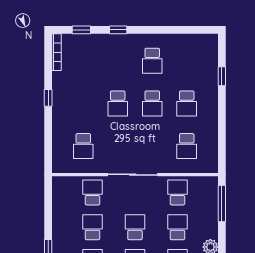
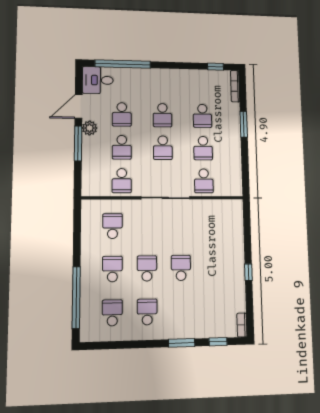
window: (118, 30) -> (182, 343), width x1.50
bookcase: (56, 52) -> (242, 325), width x0.64
window: (222, 76) -> (76, 297), width x3.17
school desk: (83, 146) -> (112, 313), moved
window: (222, 203) -> (78, 143), moved

